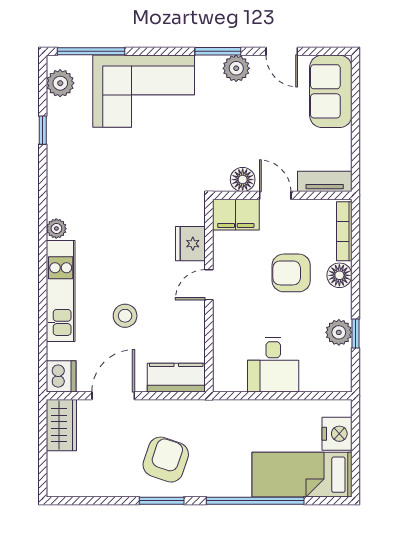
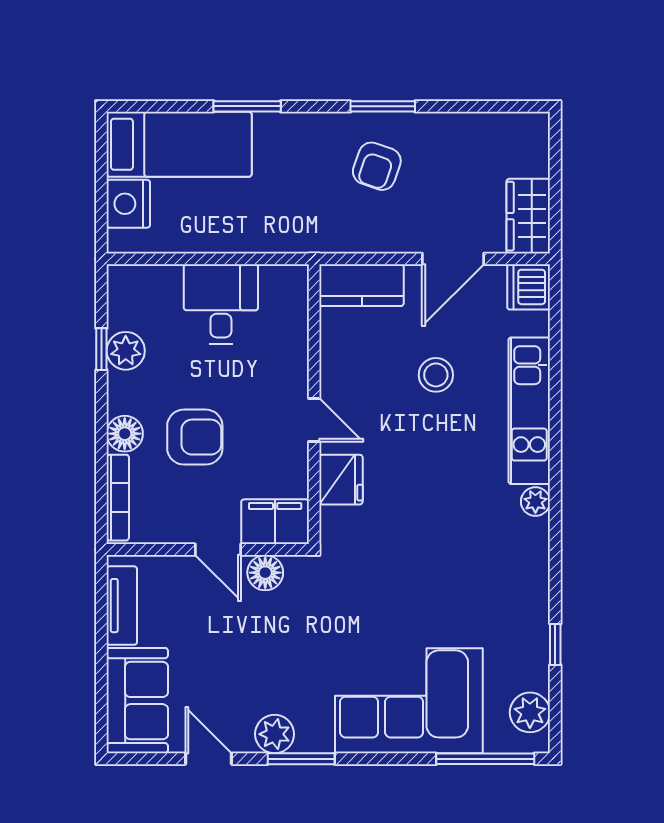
tv unit: (325, 181) -> (122, 606), moved, turned -90
door: (209, 285) -> (314, 420), hinge flipped
armchair: (166, 460) -> (377, 166), width x0.72, depth x0.72
window: (255, 501) -> (247, 106), width x0.47

